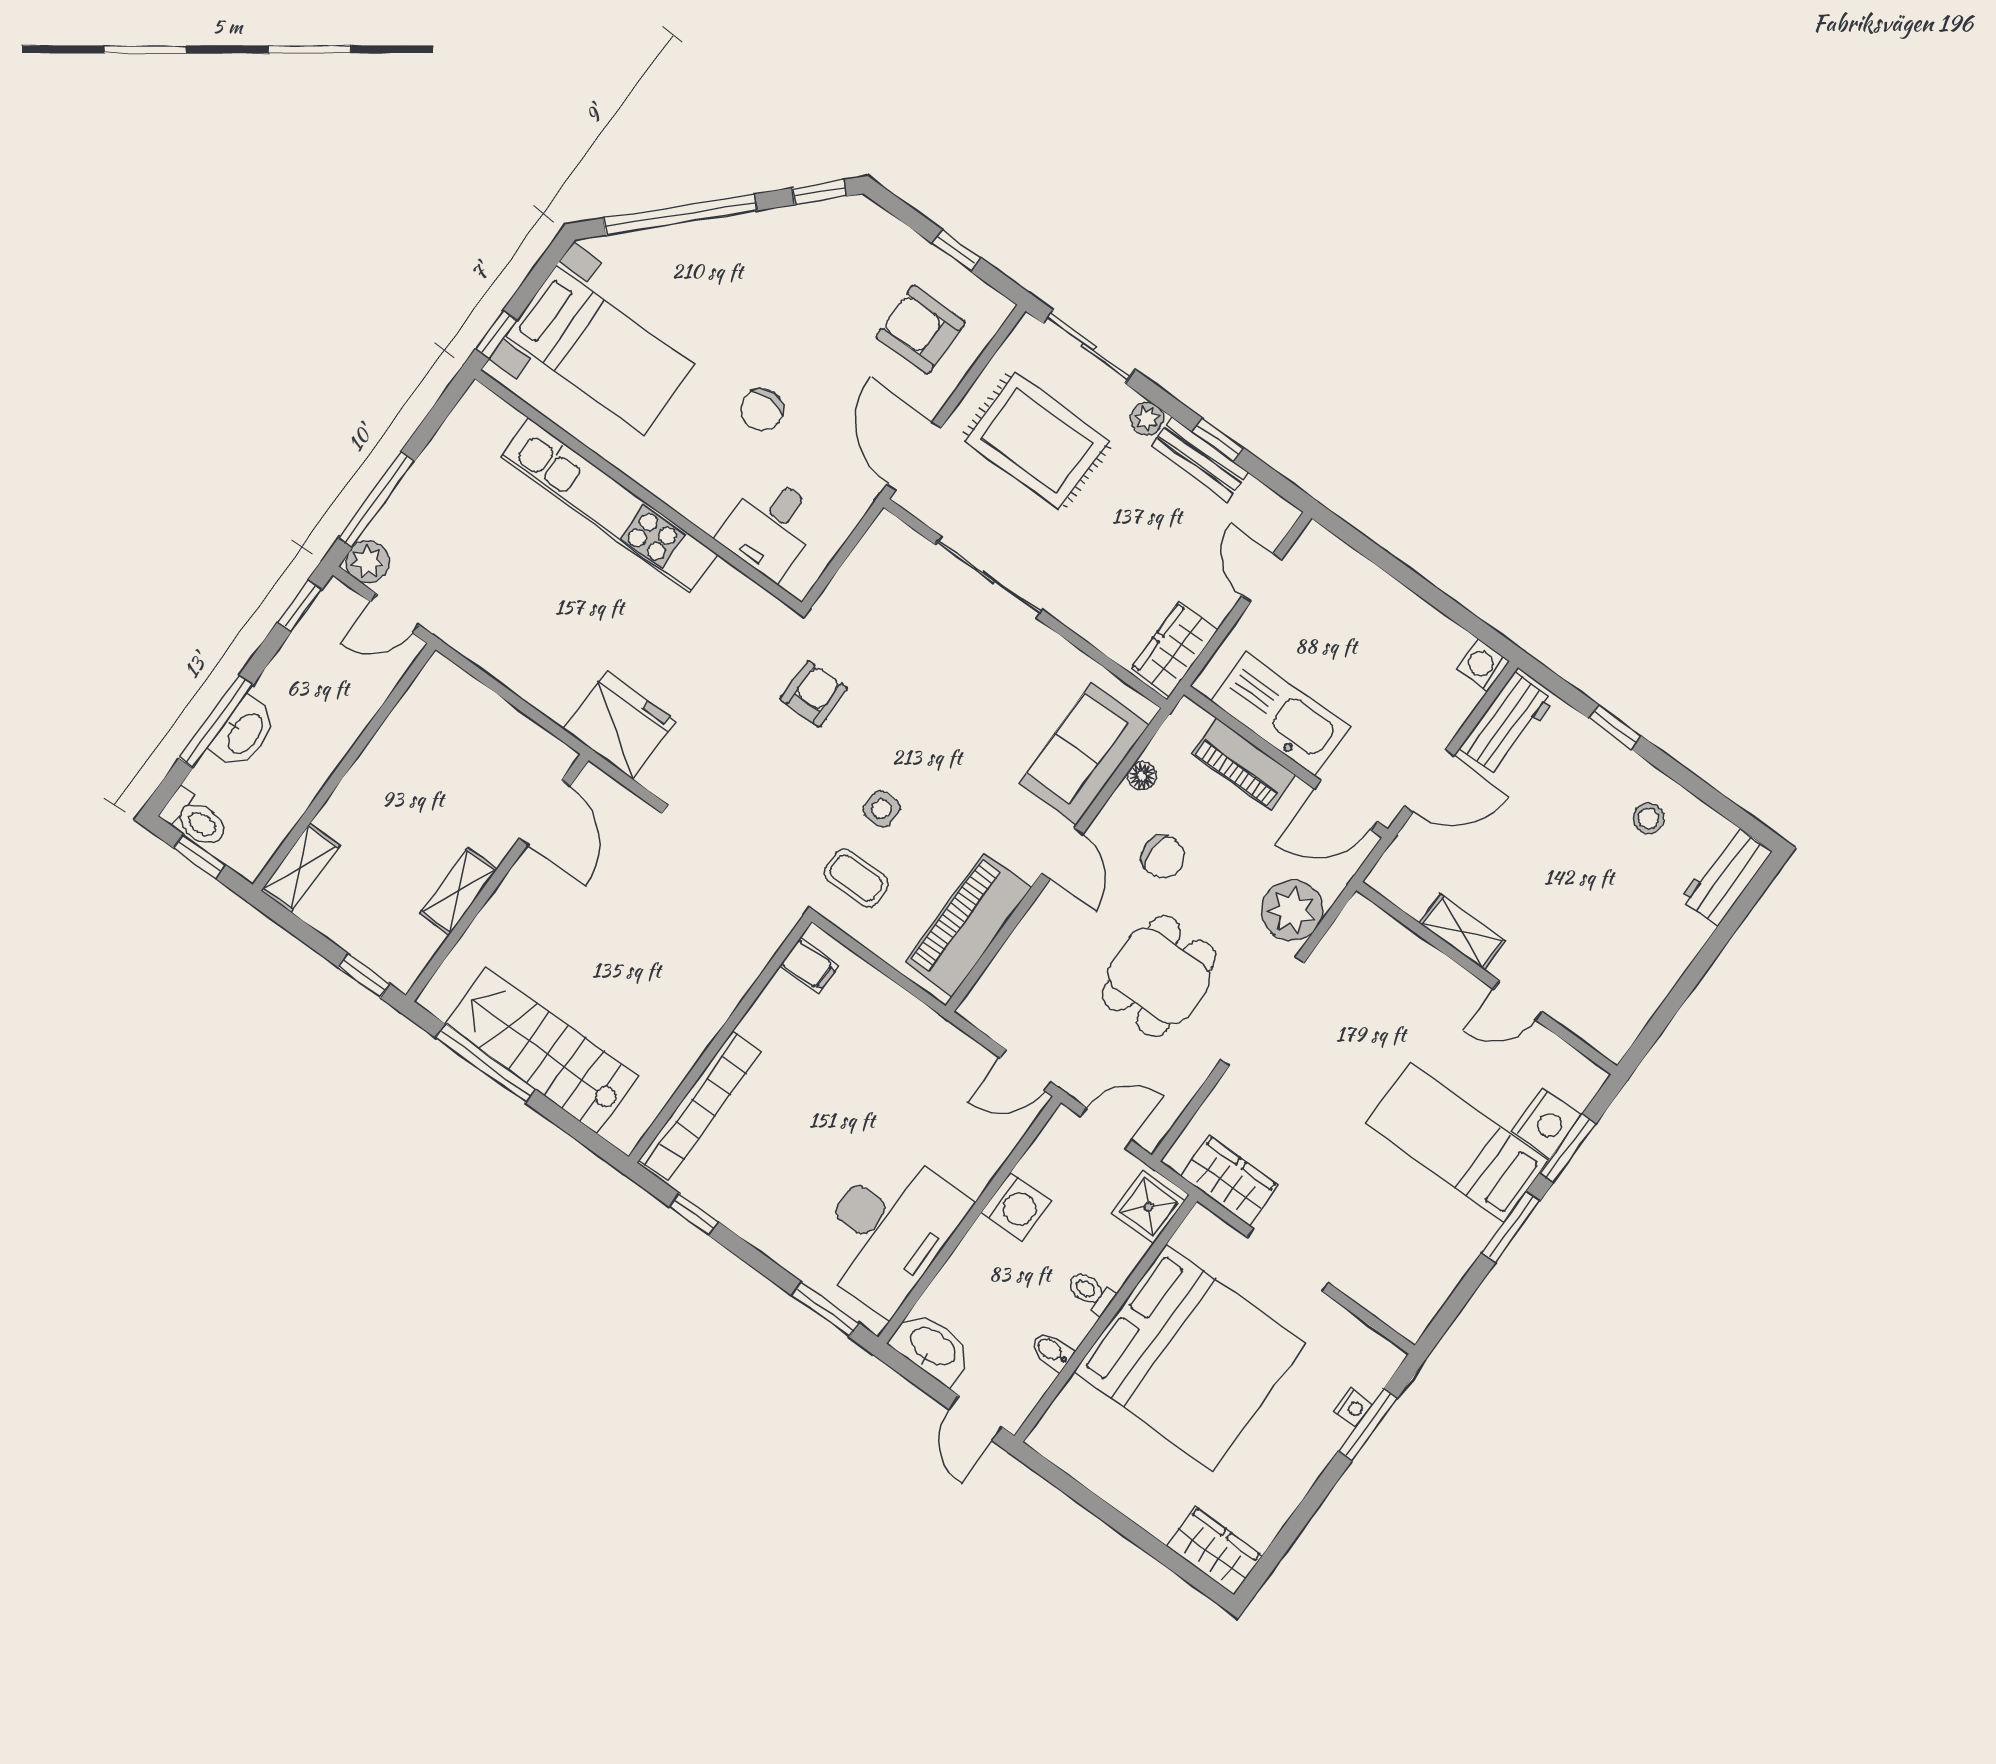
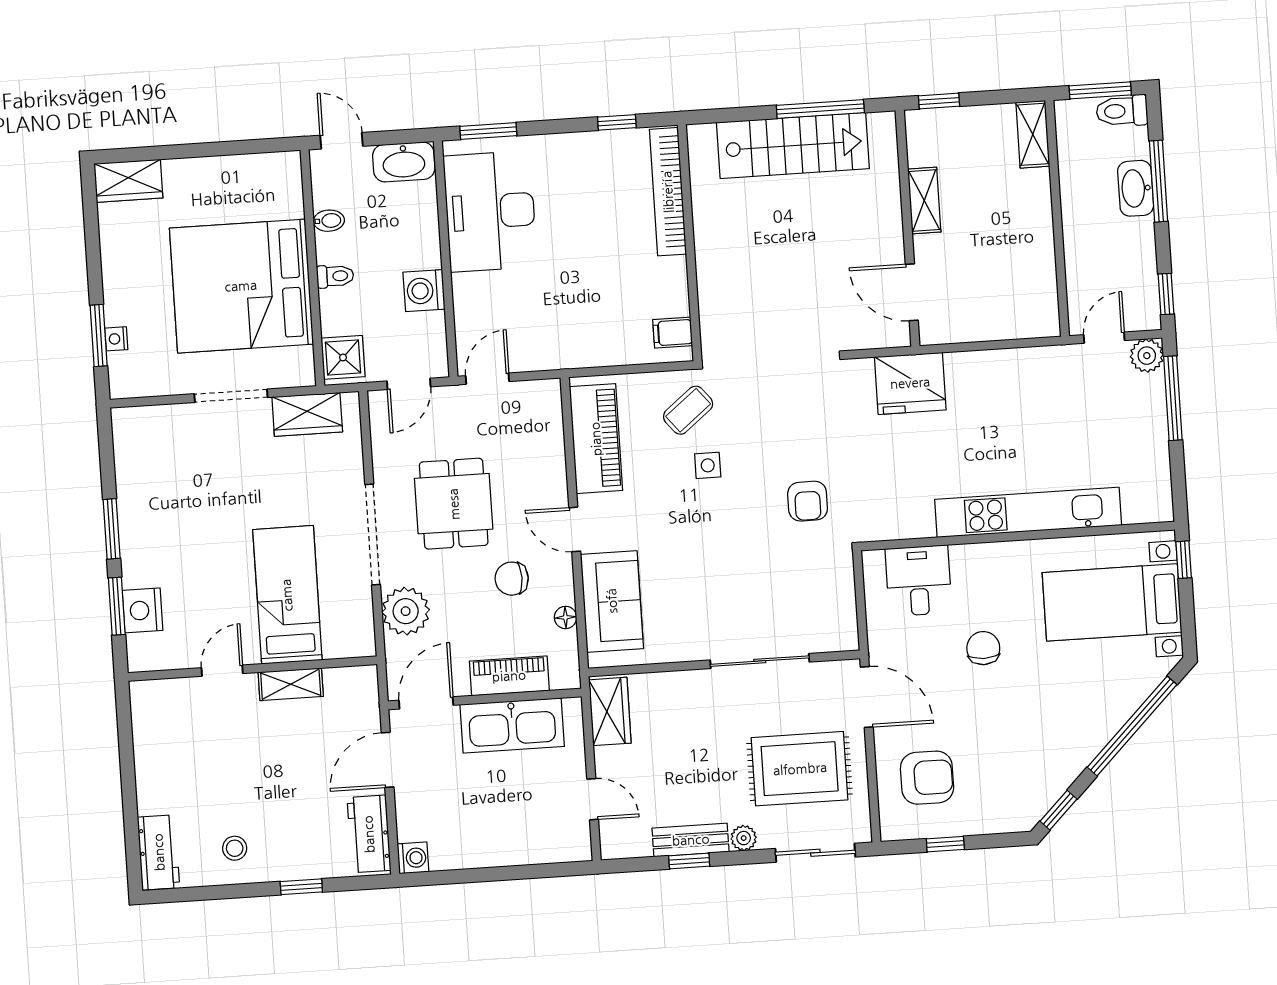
window: (199, 856) -> (1100, 90), width x1.50
coffee table: (856, 878) -> (688, 410), turned -39
bed: (1457, 1143) -> (287, 595), moved, turned -90

